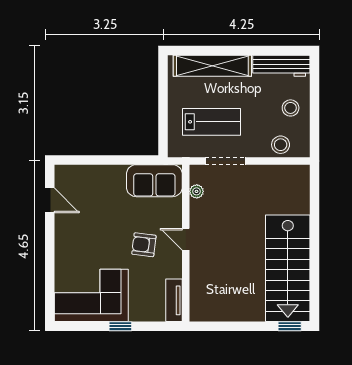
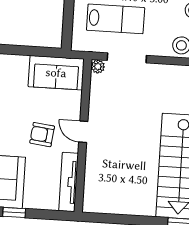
plant: (197, 191) -> (98, 67), moved
tv unit: (174, 300) -> (69, 182), width x1.41

